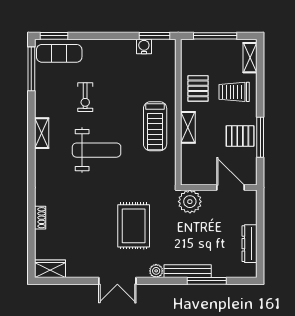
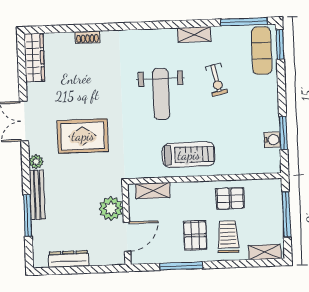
window: (154, 36) -> (283, 133), moved
exercise bike: (85, 97) -> (216, 80), turned -102
treadmill: (155, 126) -> (189, 155), turned 180
shelving: (188, 127) -> (153, 191), moved
shelving: (42, 133) -> (194, 34), moved
pallet: (240, 136) -> (195, 235), moved
plant: (190, 202) -> (111, 208), moved
wardrobe: (50, 269) -> (34, 58), width x1.50

